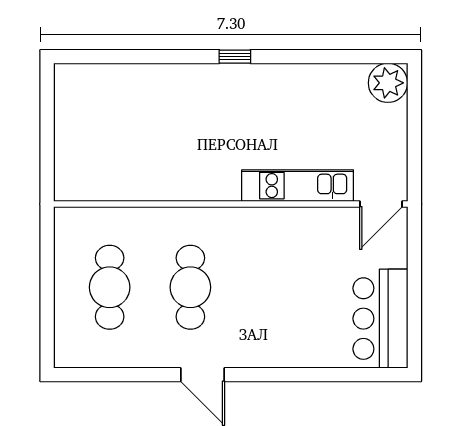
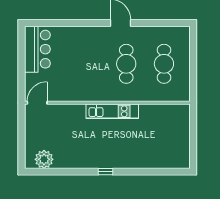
plant: (388, 83) -> (44, 159), moved
kitchen unit: (298, 186) -> (112, 111), moved

